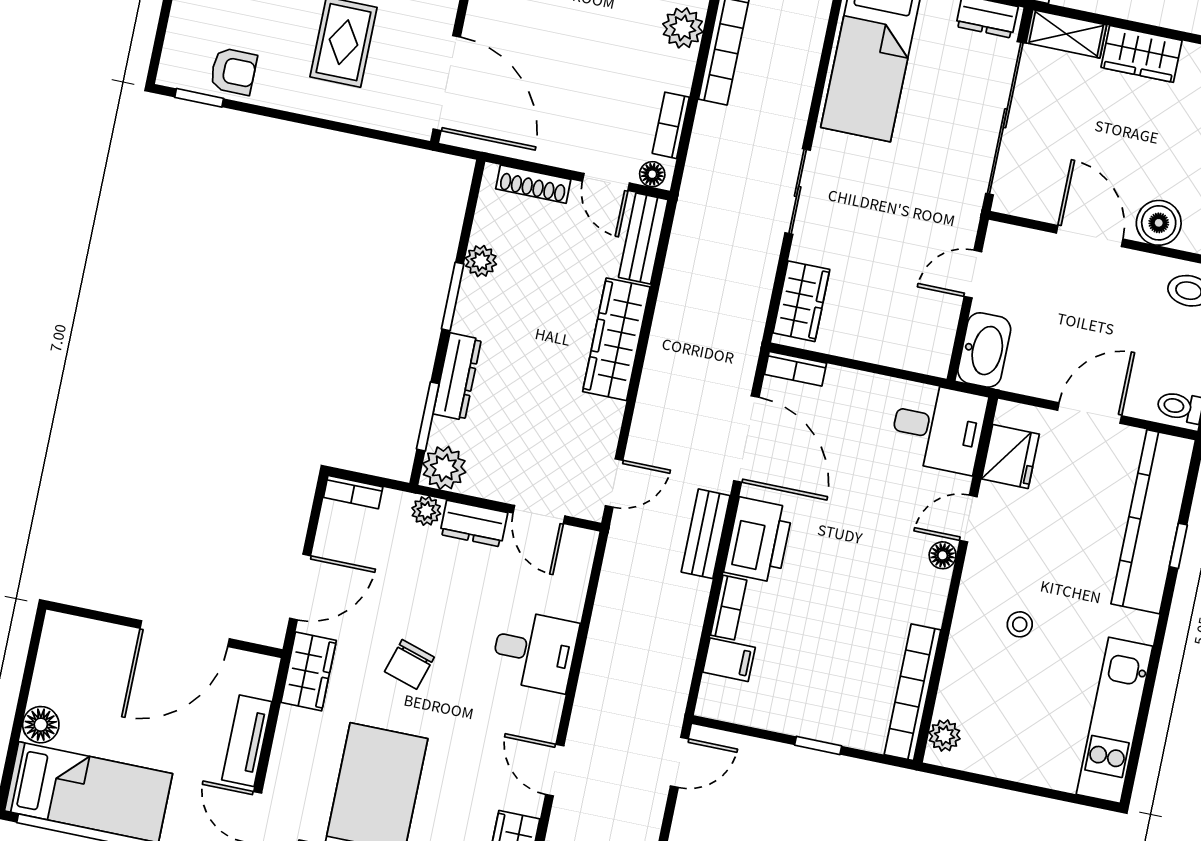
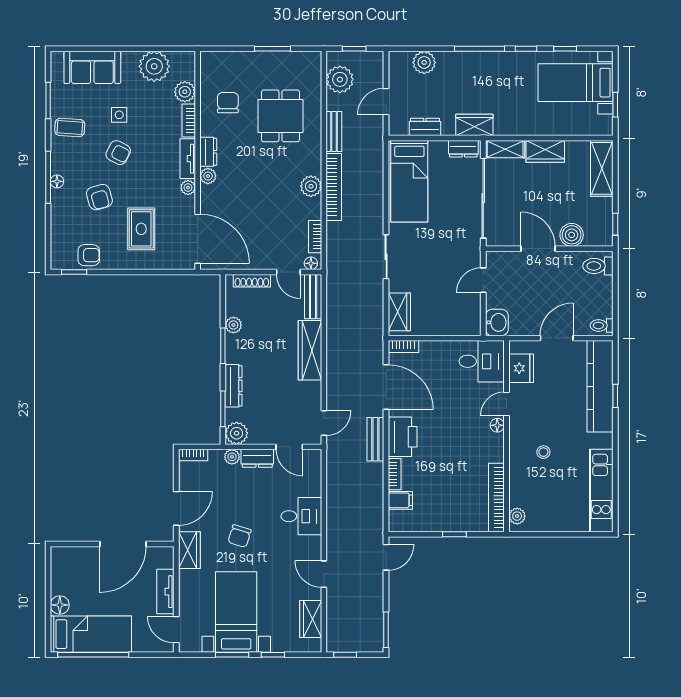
washbasin: (984, 350) -> (497, 322), width x0.72

